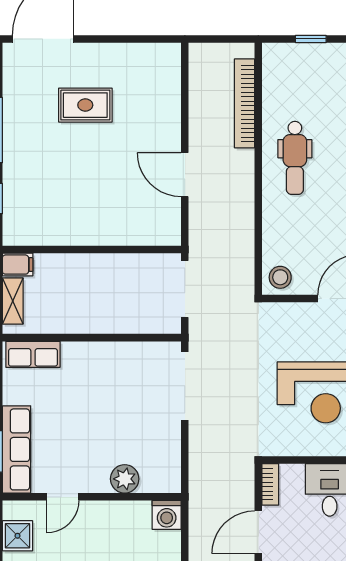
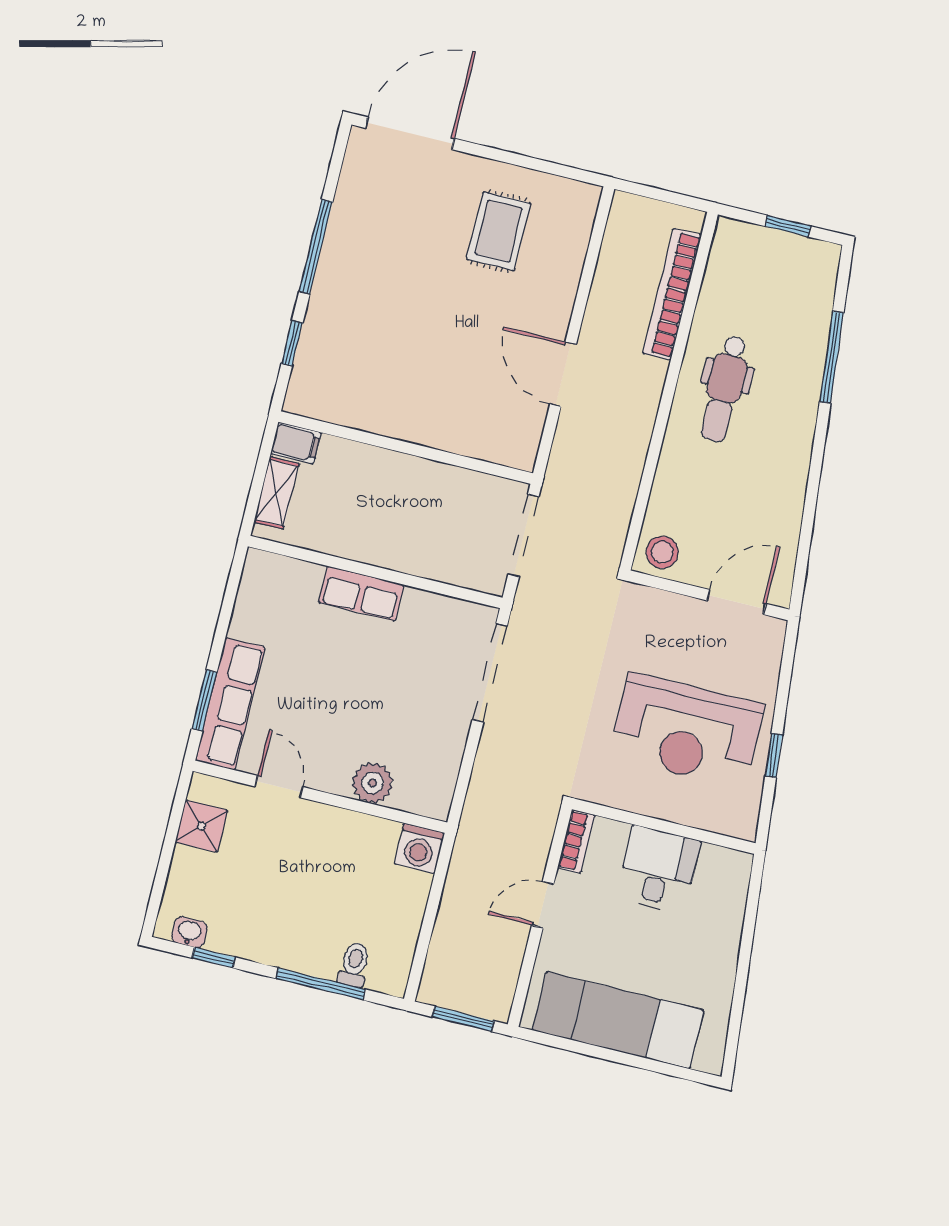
rug: (85, 105) -> (498, 231), moved, turned 90
row of seats: (33, 354) -> (361, 594), moved
door: (63, 497) -> (279, 787), swing flipped
door: (258, 532) -> (543, 905), width x0.73

